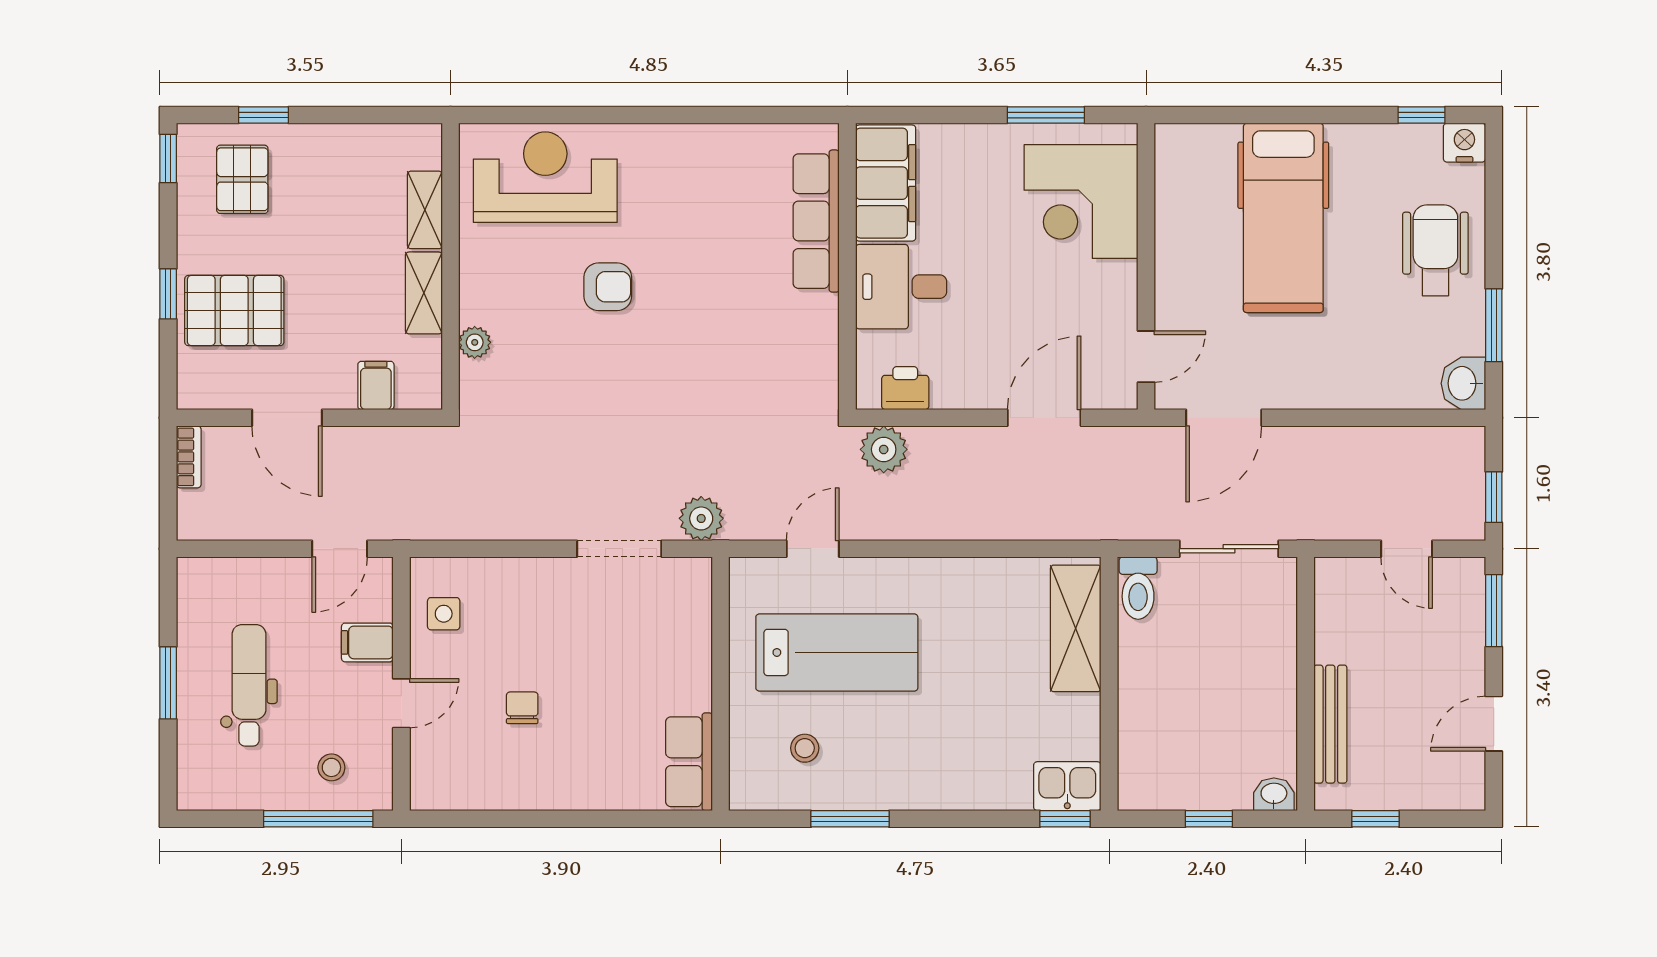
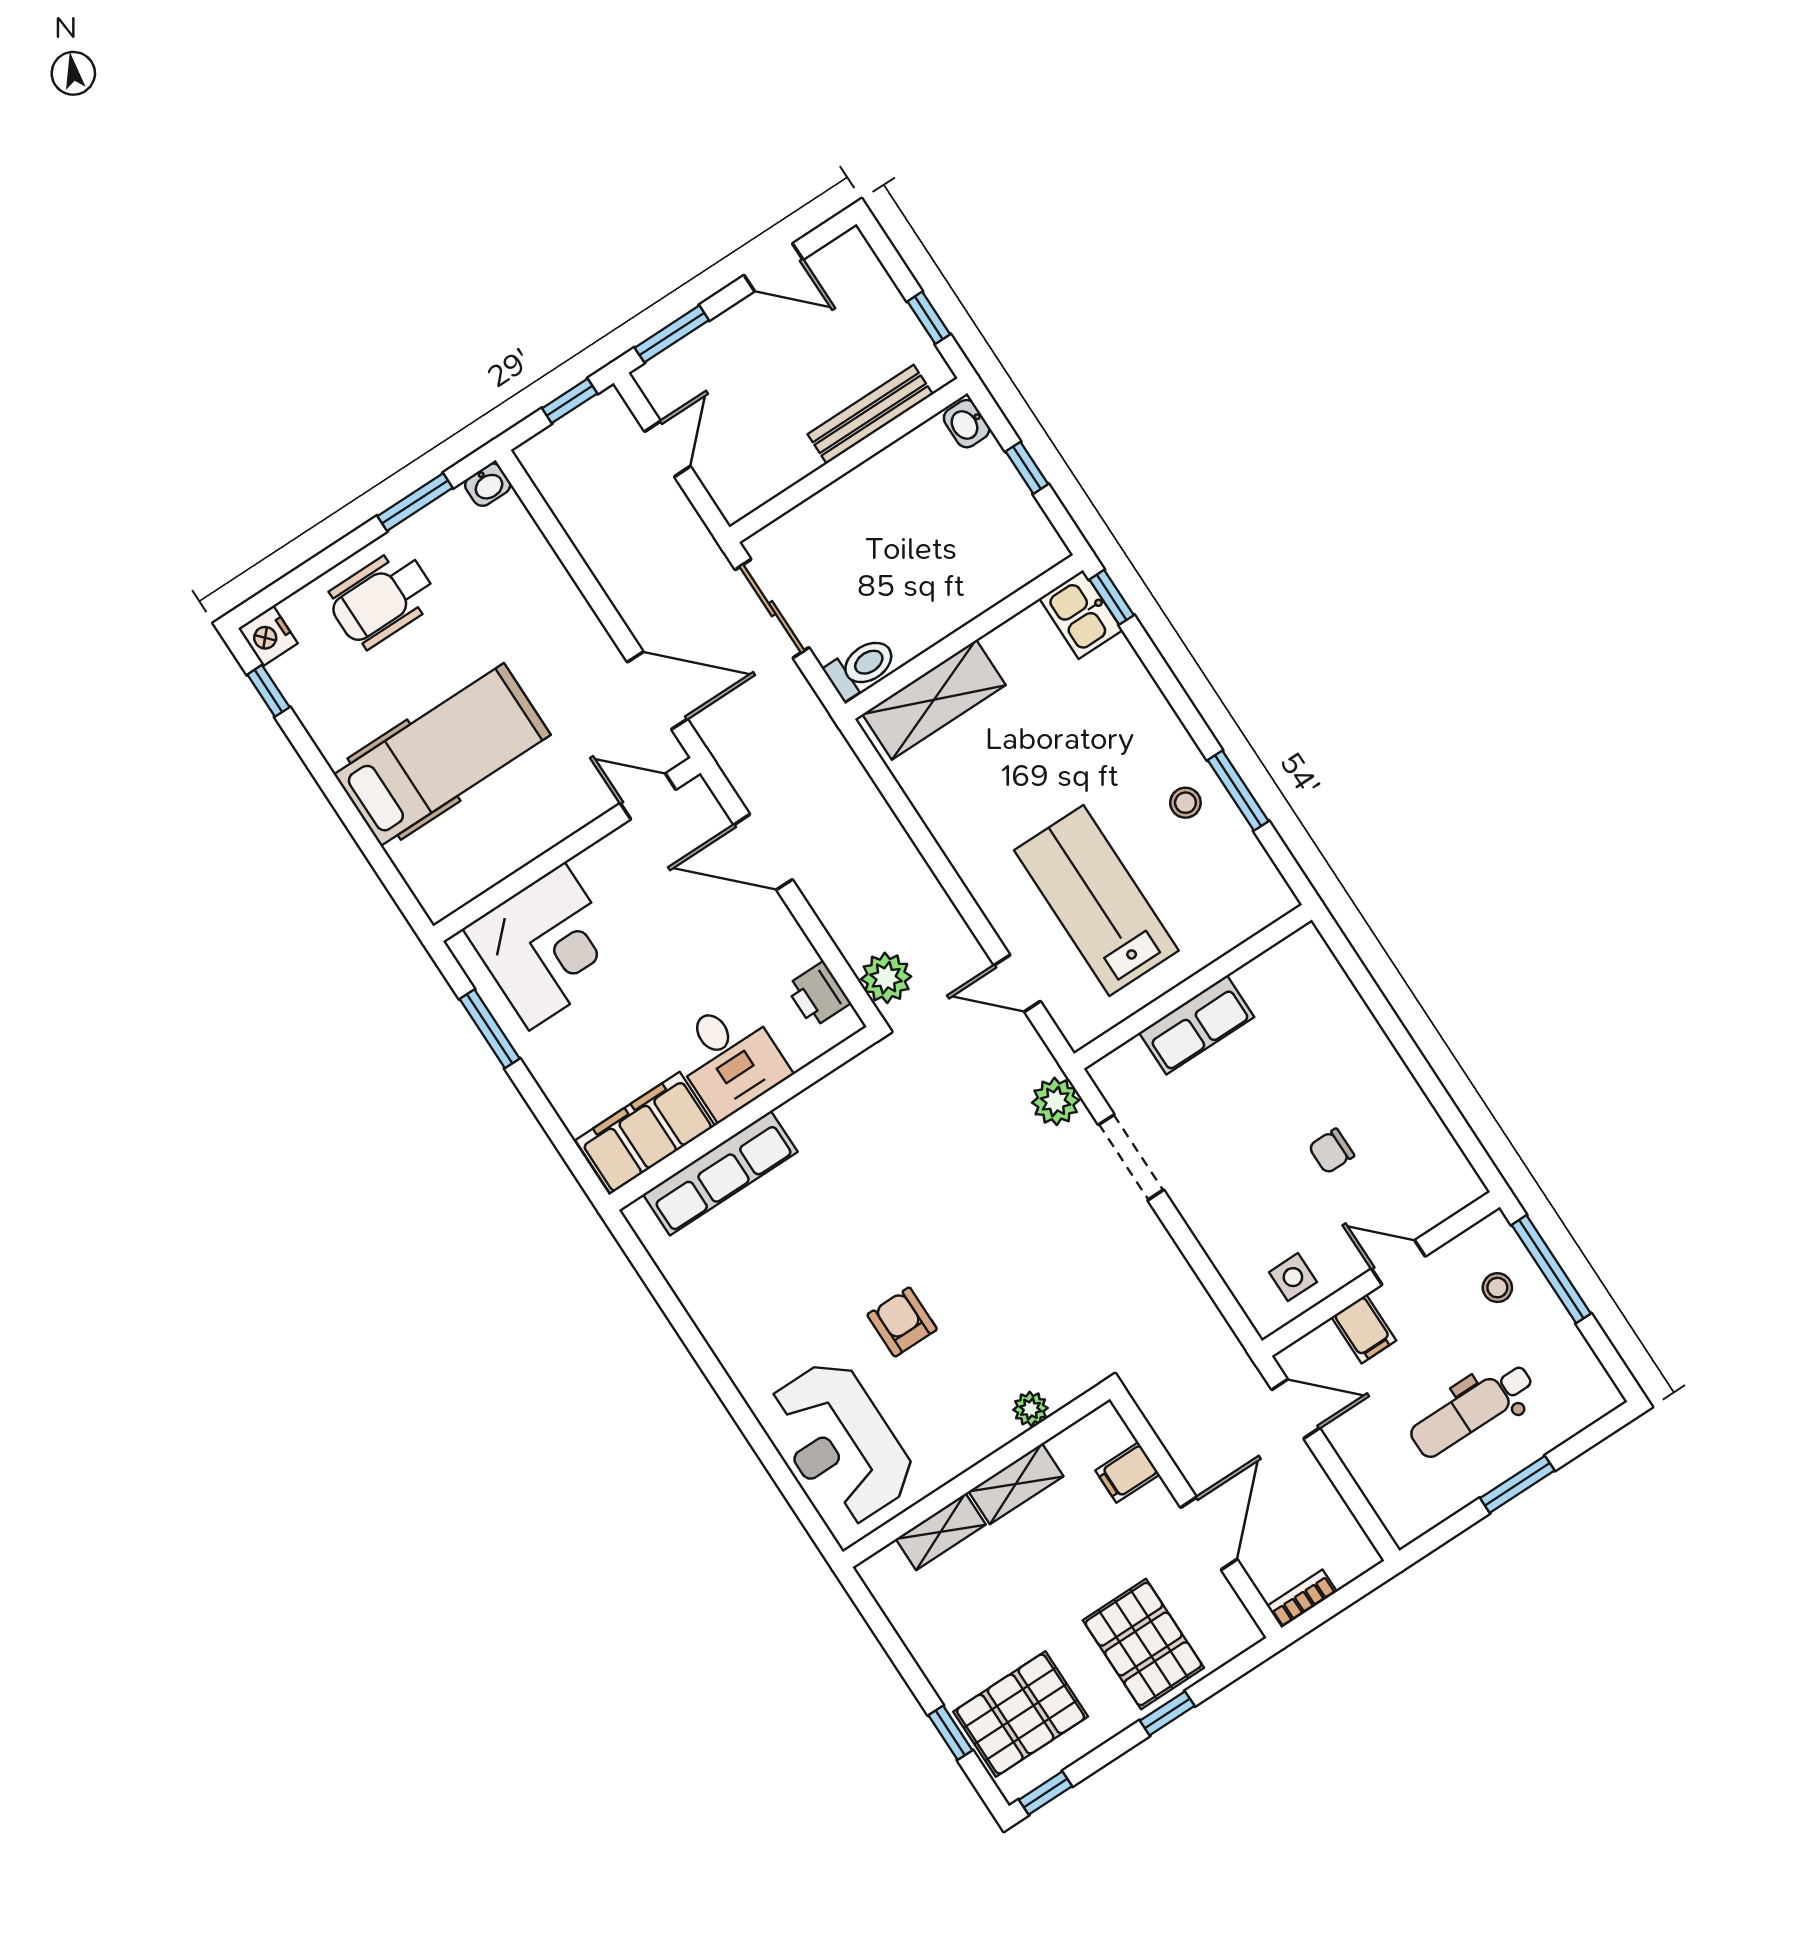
pallet: (242, 179) -> (1021, 1714), width x1.50, depth x1.42
washbasin: (1463, 383) -> (488, 485), width x0.72, depth x0.69
stool: (805, 748) -> (1185, 803), moved
row of seats: (689, 762) -> (1197, 1025), moved

